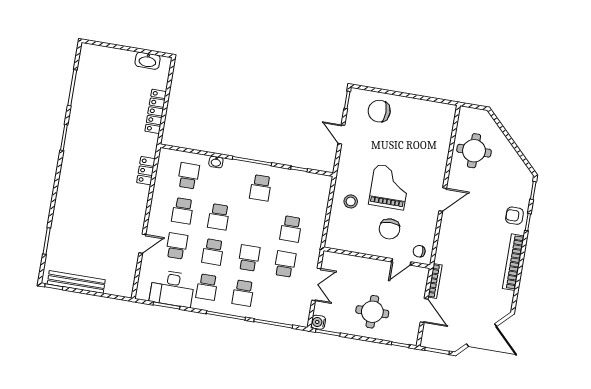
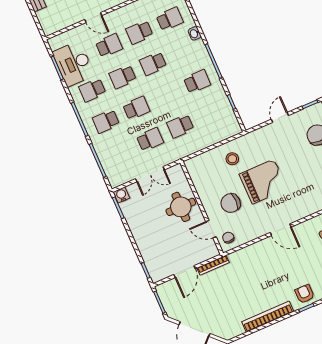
school desk: (261, 188) -> (197, 82), turned 180
round table: (372, 312) -> (181, 207), moved

